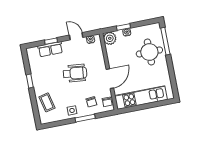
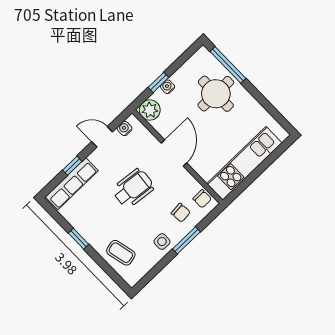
row of seats: (50, 49) -> (72, 184), width x1.48
door: (110, 79) -> (174, 153), moved

